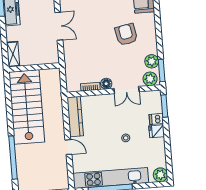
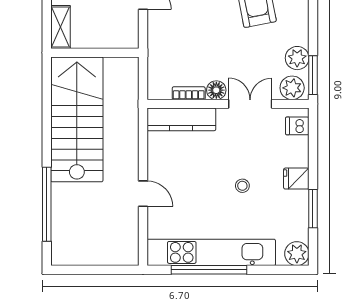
double door: (126, 90) -> (250, 104), swing flipped
window: (164, 106) -> (313, 209), moved
kitchen counter: (75, 117) -> (181, 119), moved, turned 90
dishwasher: (156, 119) -> (297, 126), moved

